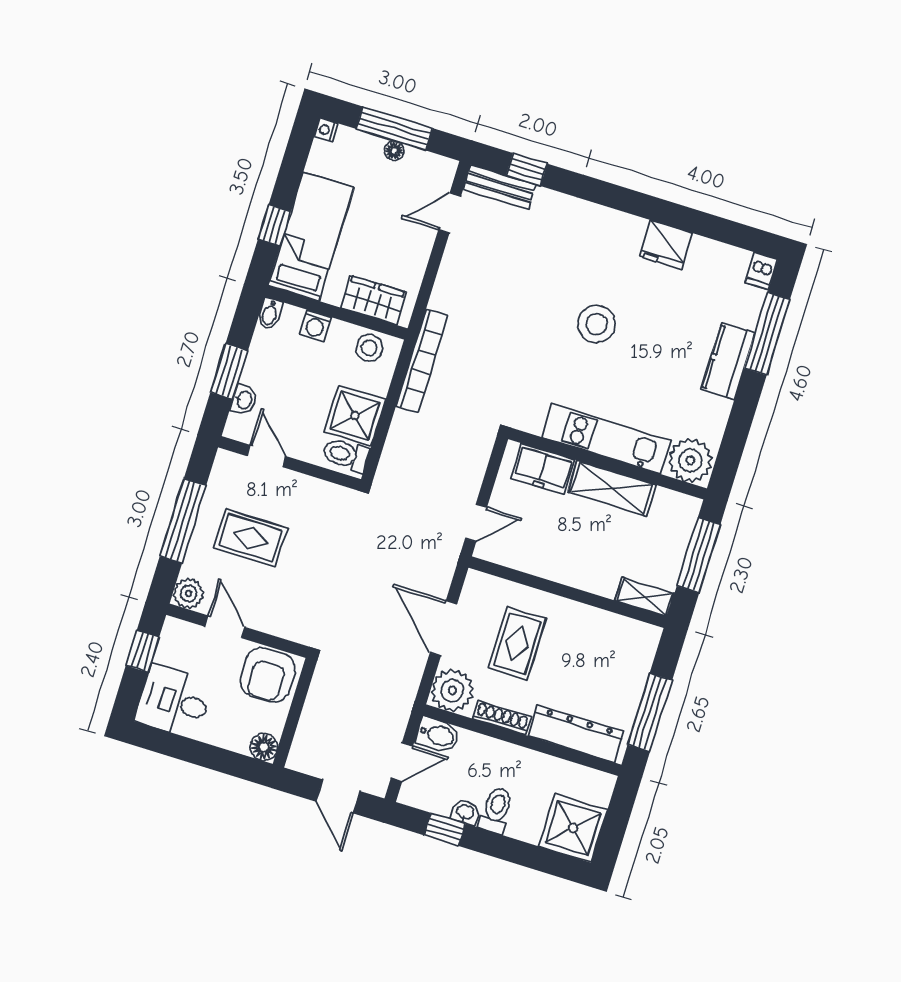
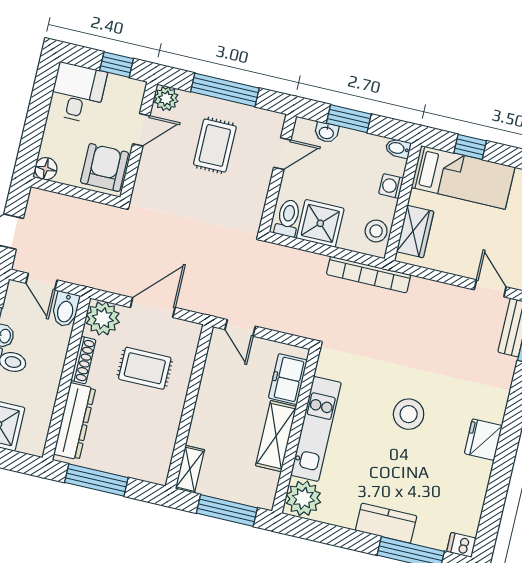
fridge: (666, 245) -> (483, 440), moved
armchair: (268, 675) -> (105, 168), turned 90

